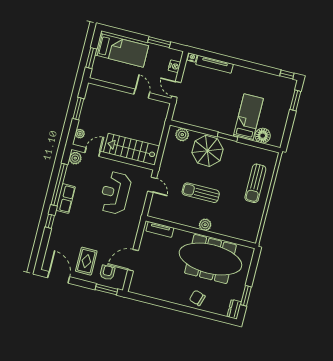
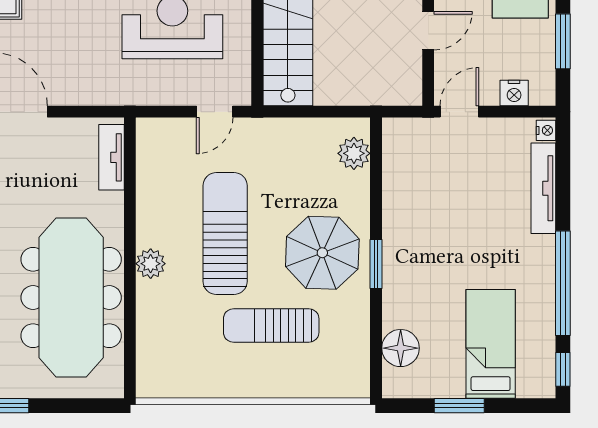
window: (253, 66) -> (563, 283), added
window: (295, 100) -> (459, 406), moved
bed: (248, 117) -> (491, 344), moved, turned -90
parasol: (208, 151) -> (322, 253), moved
sun lounger: (255, 183) -> (271, 326), moved
sun lounger: (201, 193) -> (225, 233), width x1.36, depth x1.34

